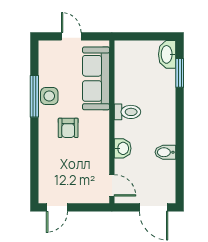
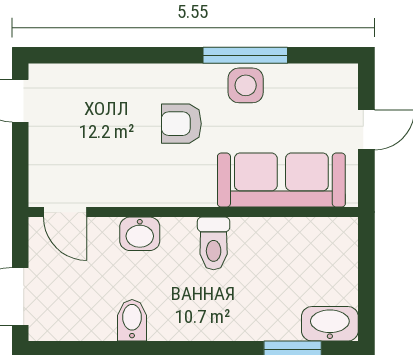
door: (112, 185) -> (65, 212), hinge flipped

